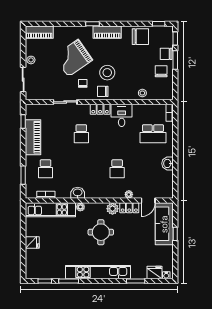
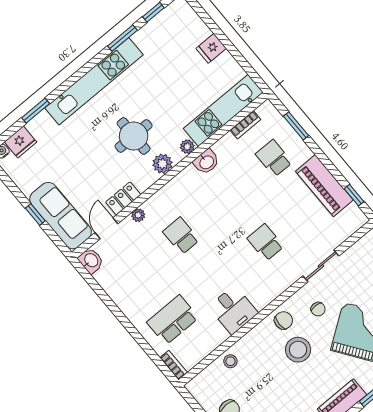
locker: (100, 109) -> (268, 294), removed
washbasin: (168, 163) -> (91, 261), moved
plant: (112, 209) -> (162, 164), moved

